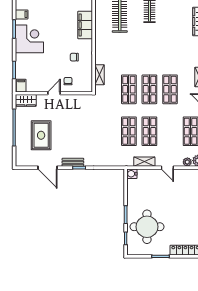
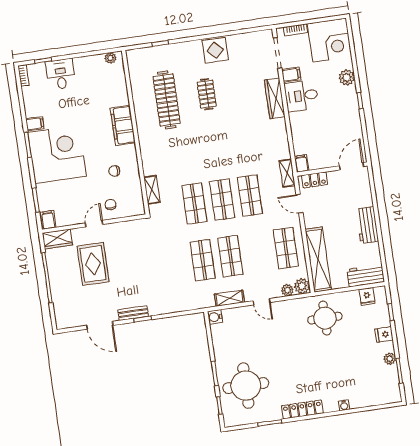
corner desk: (29, 39) -> (57, 154), width x1.36, depth x1.36
rug: (41, 135) -> (93, 264), moved

